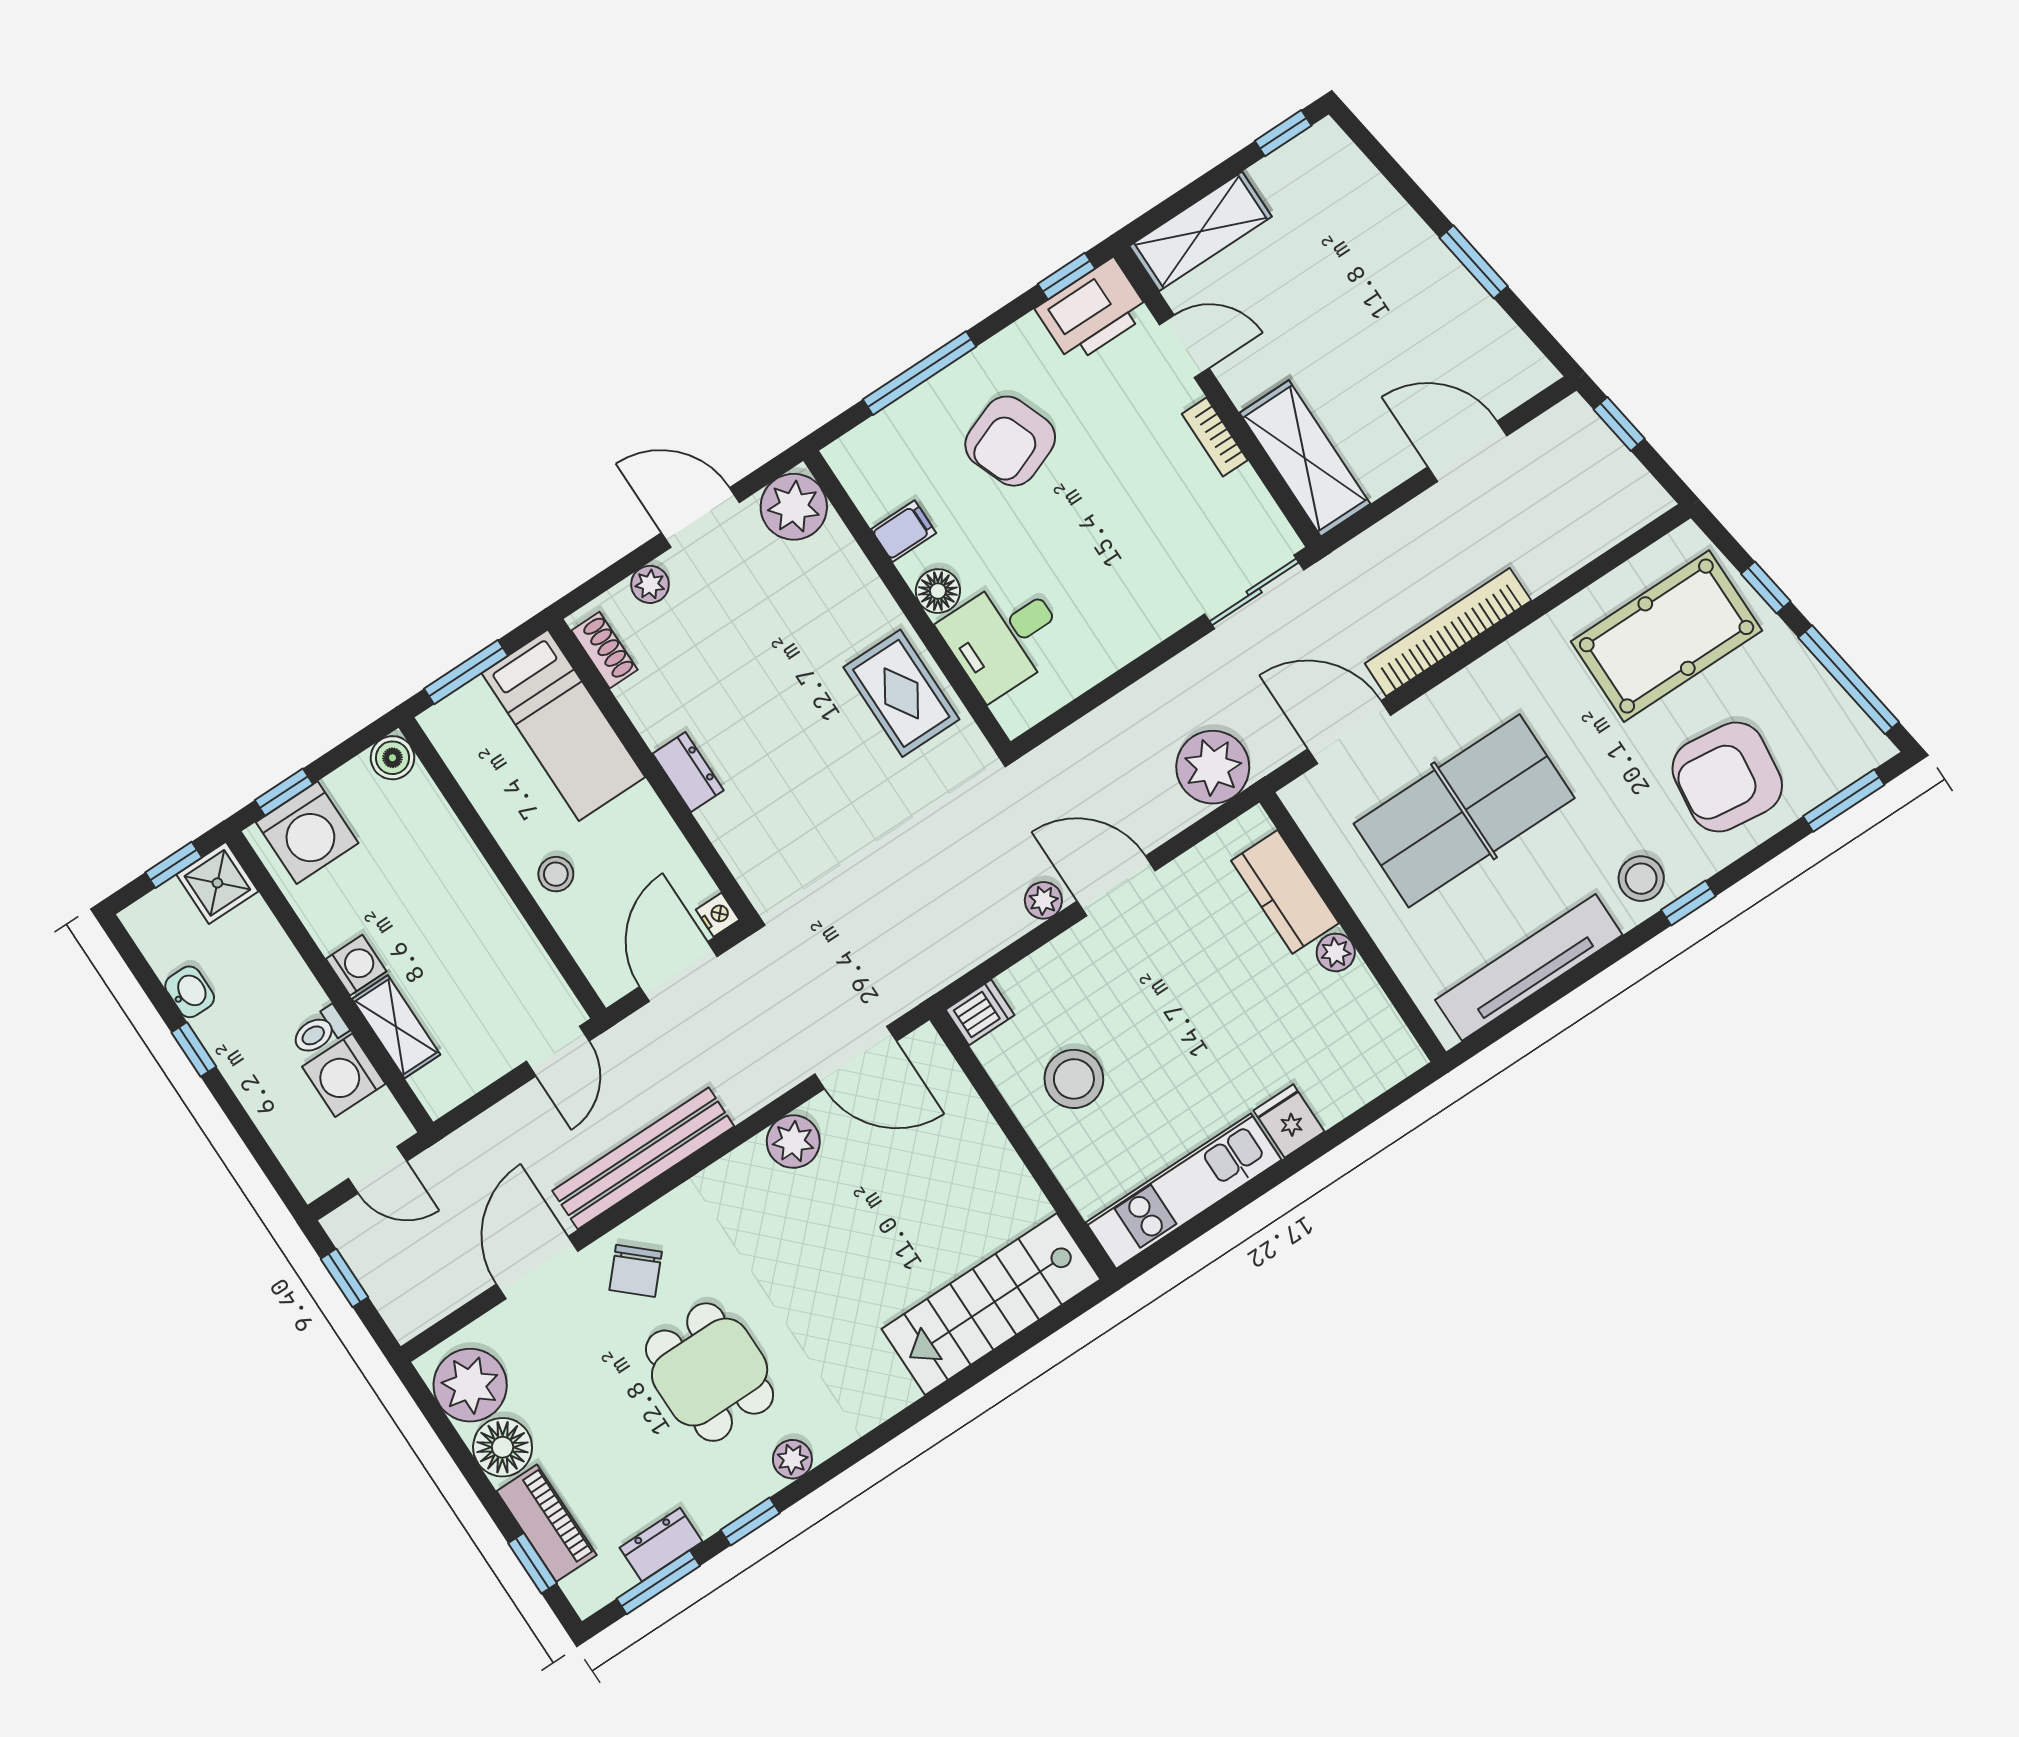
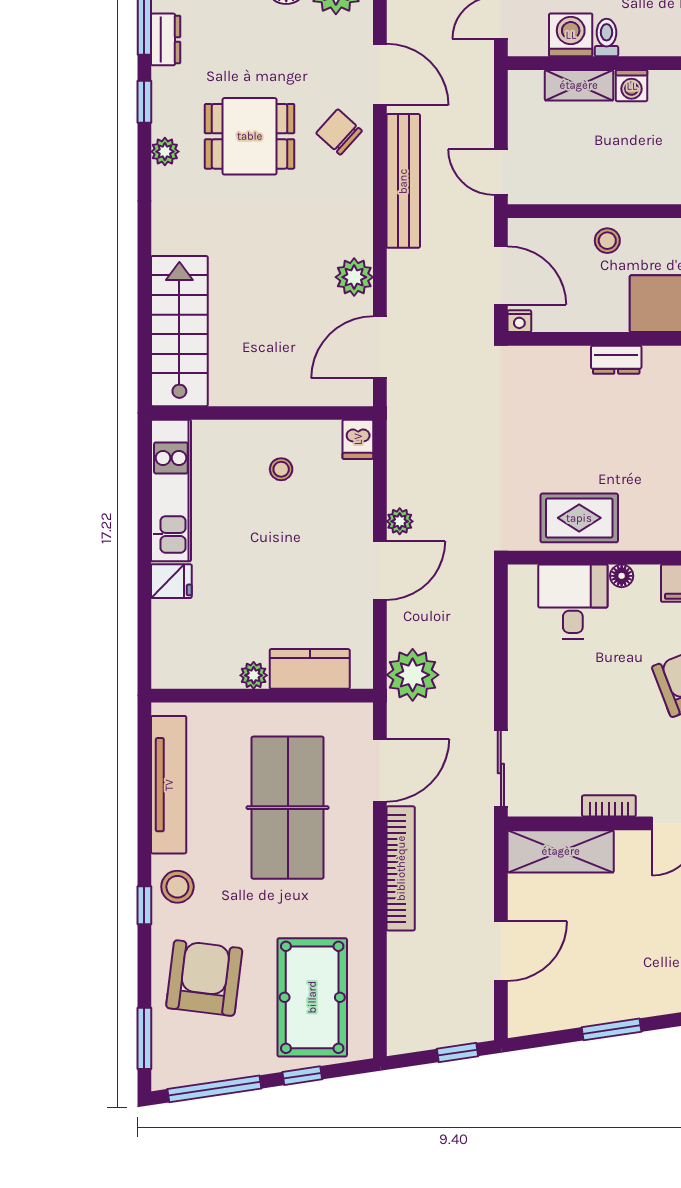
floor lamp: (938, 591) -> (622, 576), width x0.73, depth x0.73
stool: (1074, 1079) -> (281, 469), width x0.53, depth x0.53

